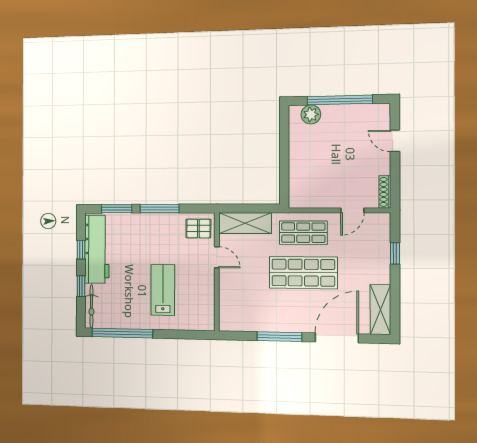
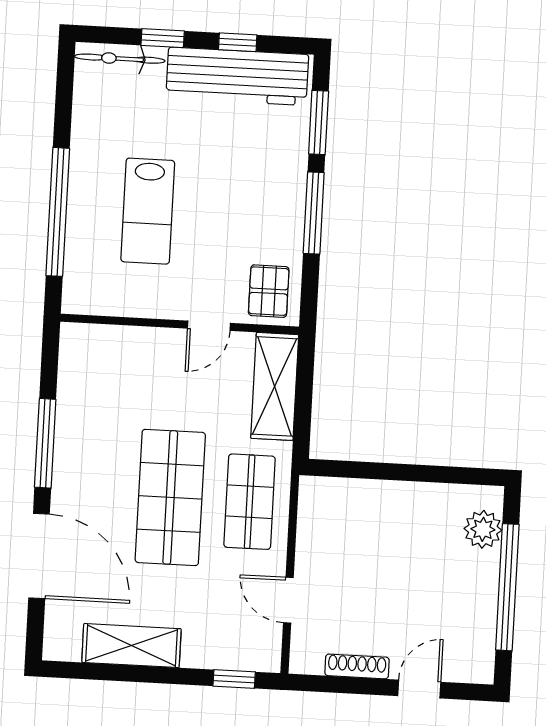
shoe rack: (385, 192) -> (357, 666), moved
window: (395, 253) -> (234, 679), moved
lab bench: (163, 290) -> (148, 211), turned 90
shelving: (380, 310) -> (131, 646), moved
window: (122, 333) -> (58, 212), moved

